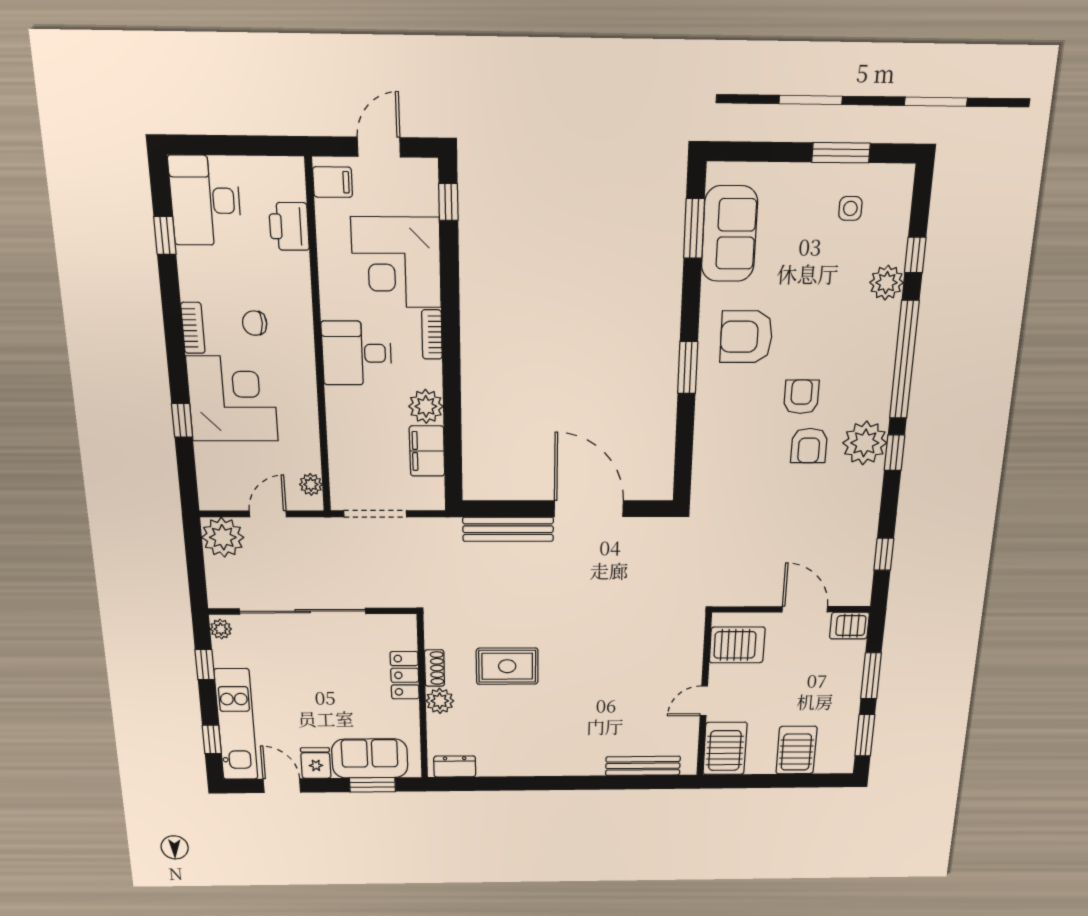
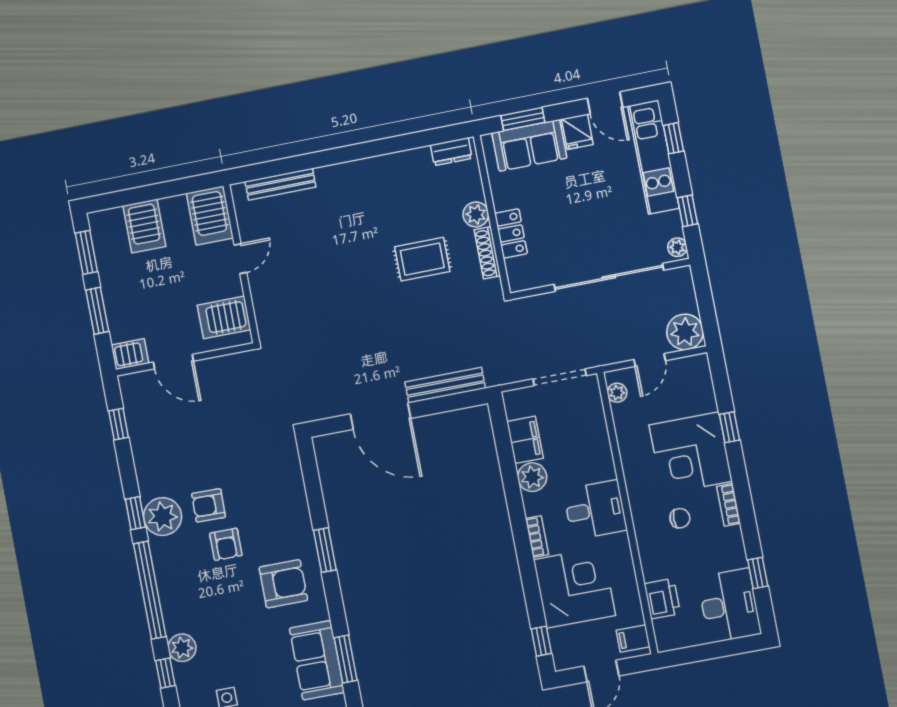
armchair: (809, 446) -> (209, 505), turned -89
shoe rack: (435, 668) -> (487, 253), width x1.43

